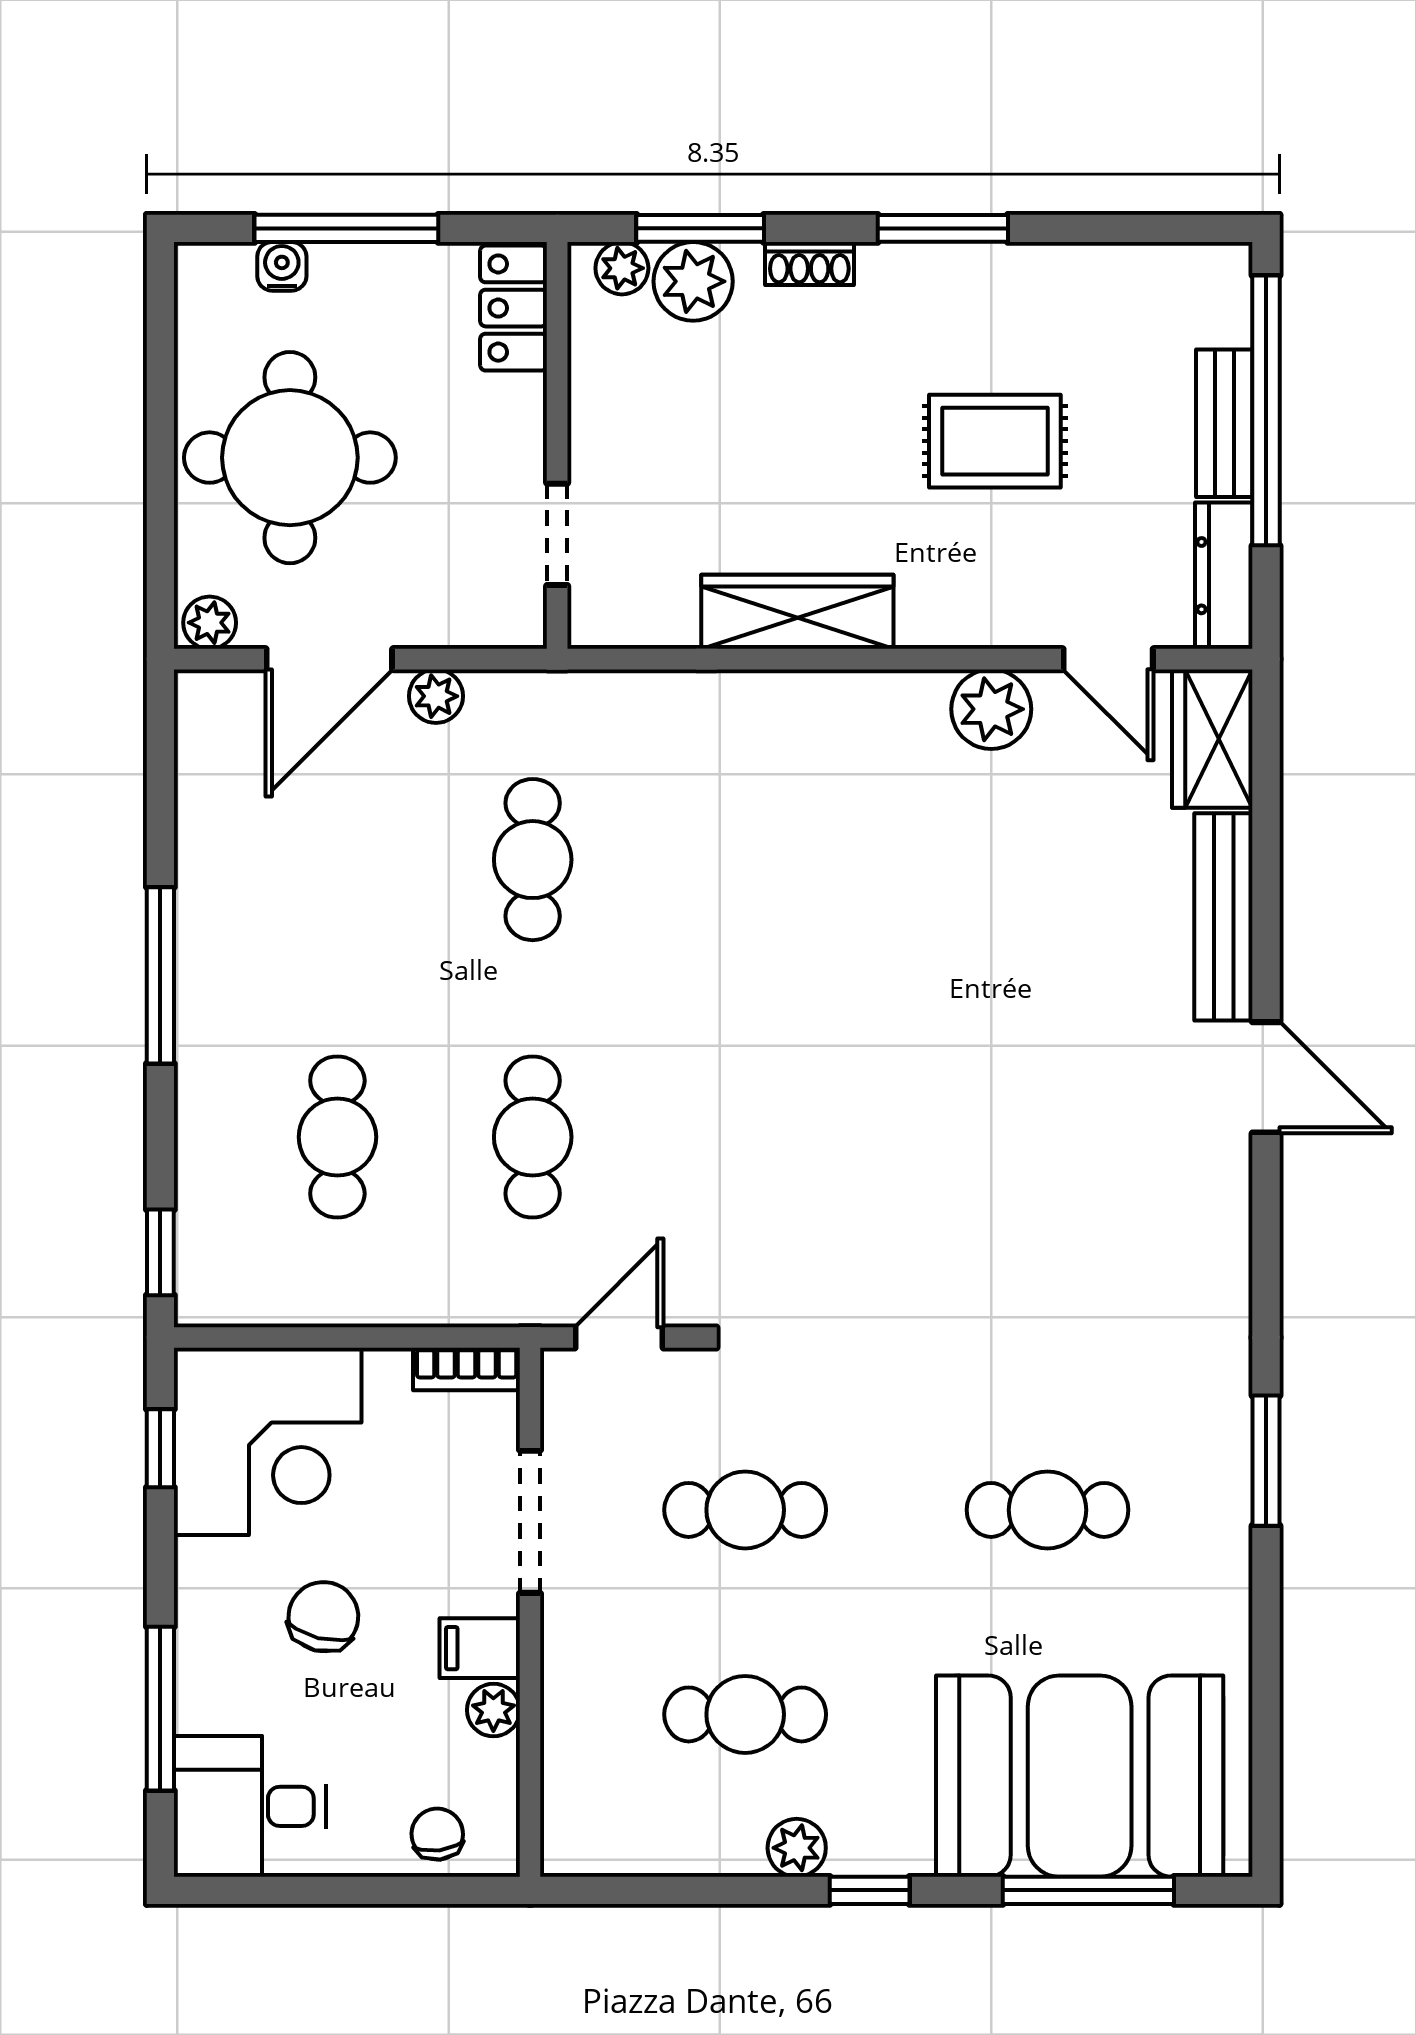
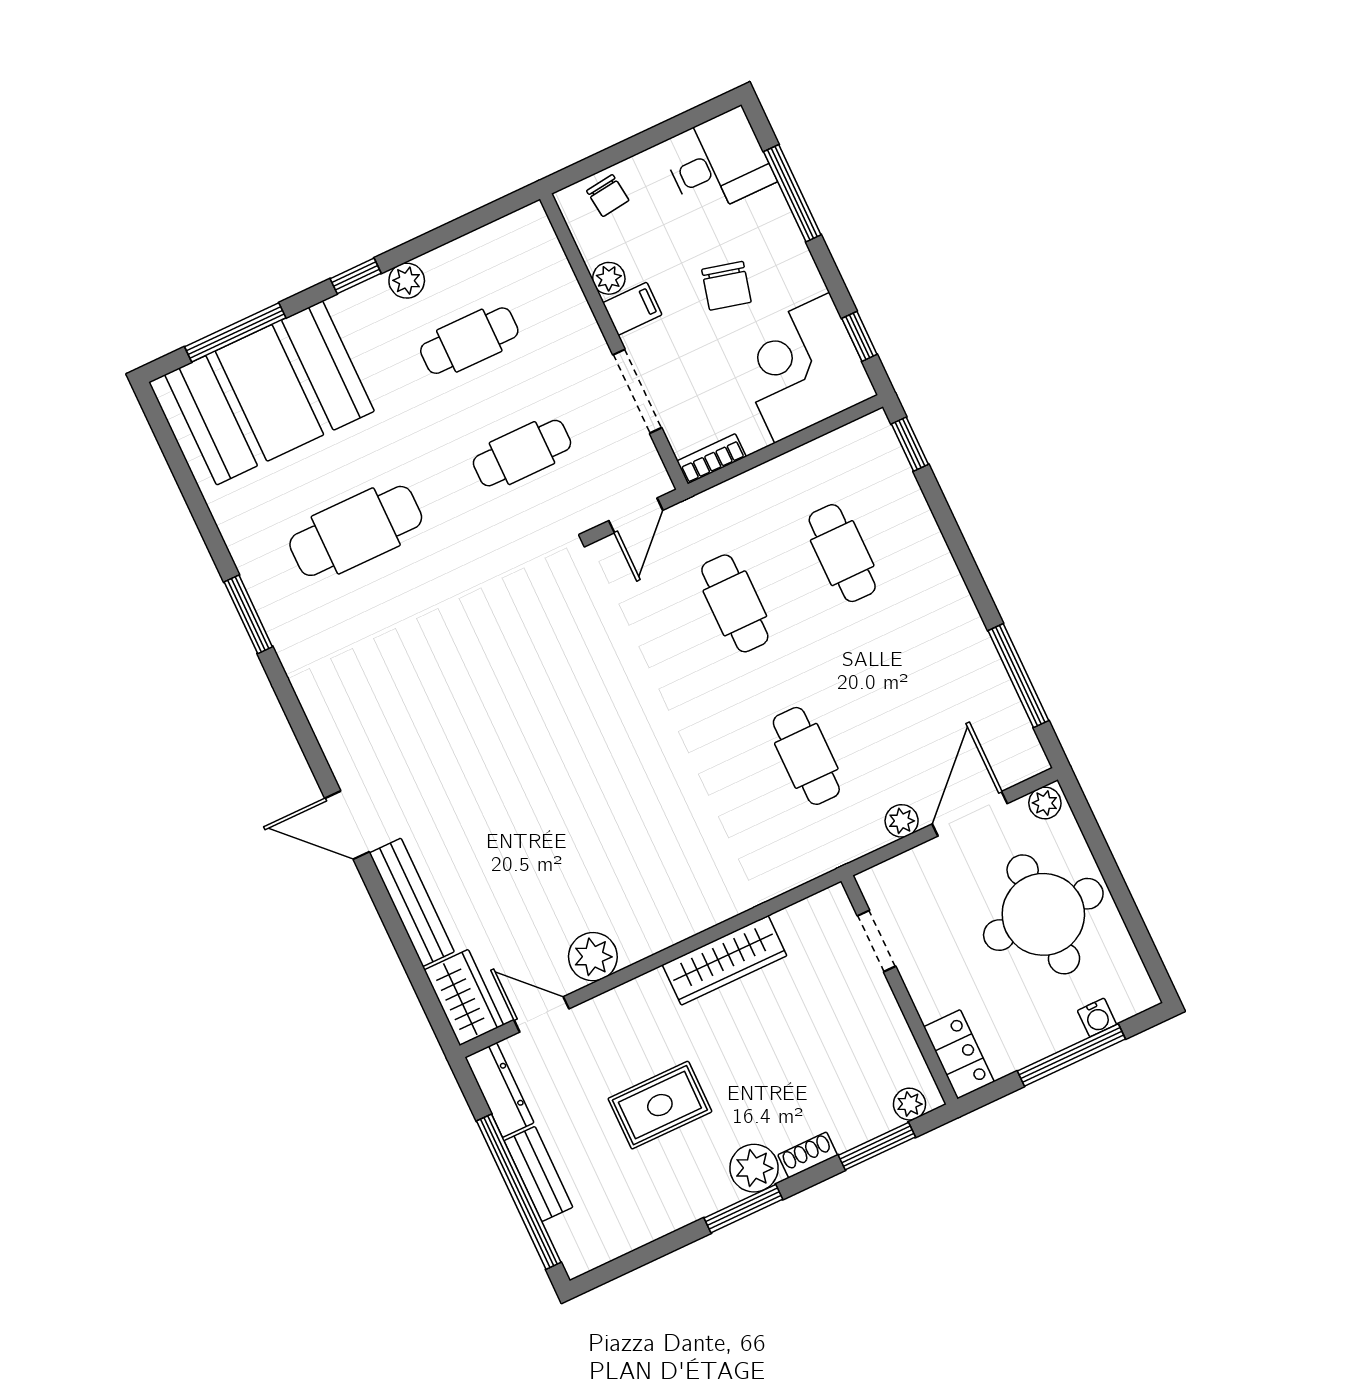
plant: (693, 281) -> (754, 1168), moved
window: (160, 975) -> (1018, 676), moved
cafe table: (1048, 1510) -> (356, 531), width x1.37, depth x1.35

